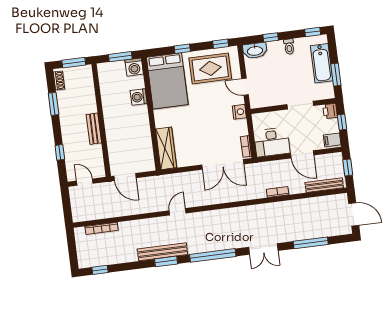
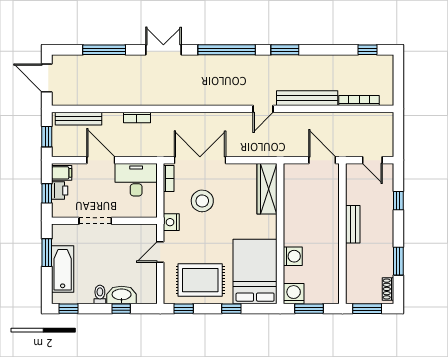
washbasin: (255, 51) -> (122, 295), moved
door: (245, 87) -> (160, 252), swing flipped
printer: (330, 111) -> (60, 191), moved
stool: (217, 132) -> (202, 201), added
bench: (162, 252) -> (307, 98), moved

